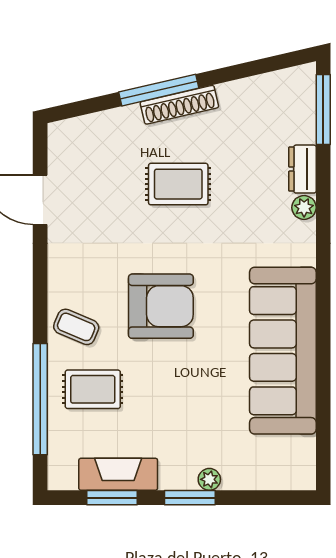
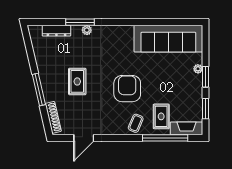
shoe rack: (179, 105) -> (53, 117), moved
window: (323, 109) -> (80, 22), moved
dresser: (302, 169) -> (56, 31), moved, width x1.44
sofa: (283, 351) -> (168, 39), moved
fireplace: (118, 474) -> (186, 128), moved, turned 90

